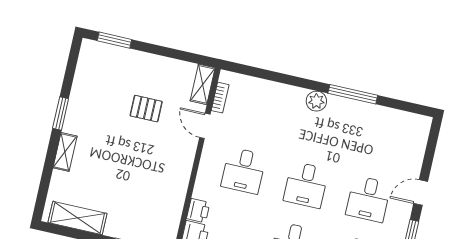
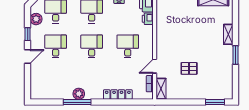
locker: (280, 91) -> (118, 95), added
plant: (316, 101) -> (79, 94), moved
door: (205, 126) -> (155, 66), swing flipped

